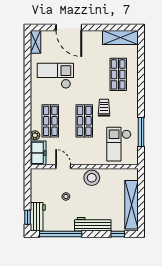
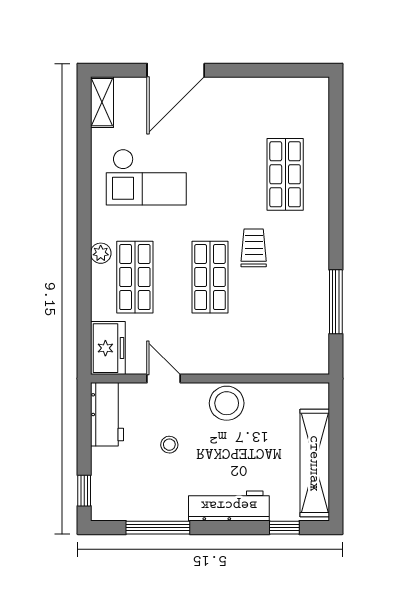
door: (69, 27) -> (176, 70), hinge flipped
shelving: (120, 38) -> (290, 92), removed
checkout: (55, 76) -> (146, 177), turned 180
plant: (35, 135) -> (101, 253), moved
checkout: (119, 144) -> (287, 329), removed
workbench: (38, 217) -> (107, 414), moved
window: (61, 234) -> (158, 528), width x0.68

